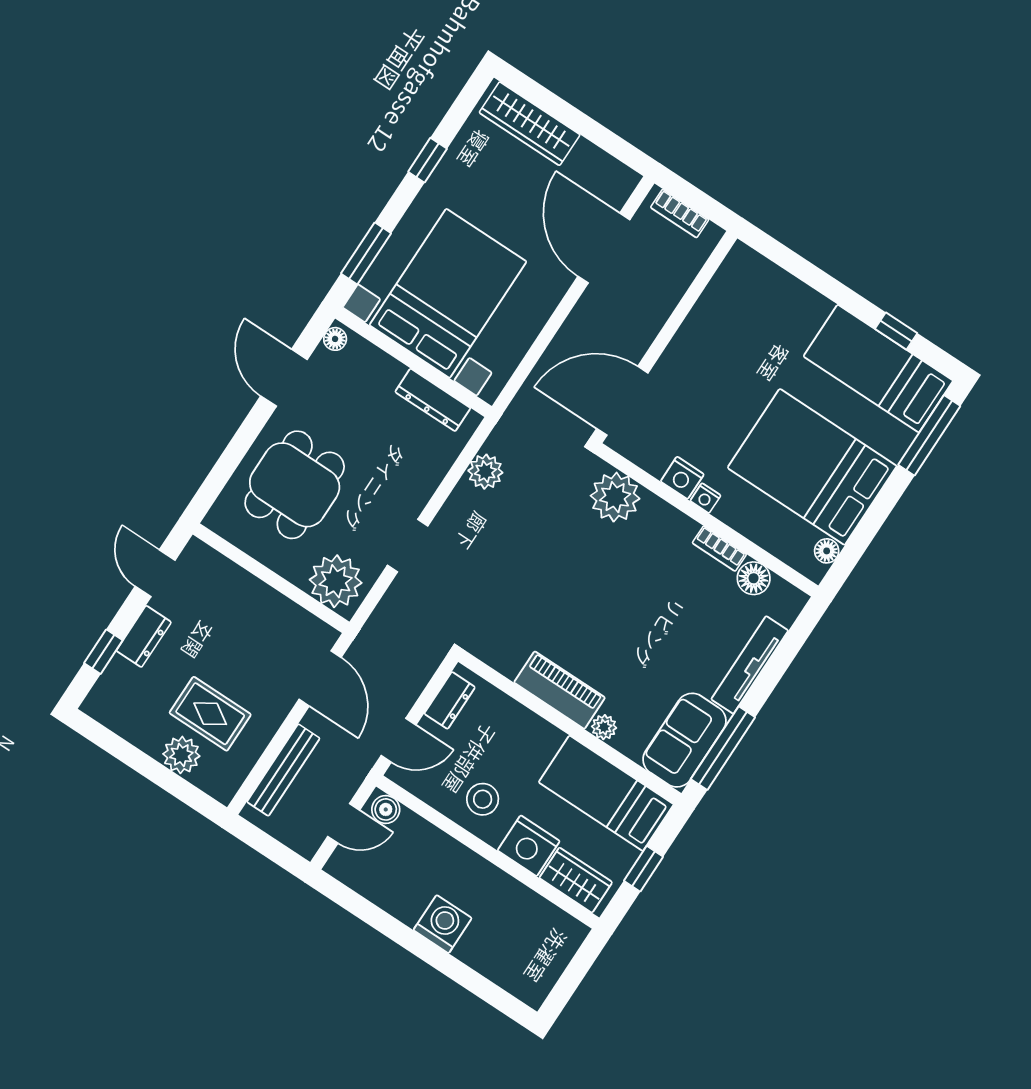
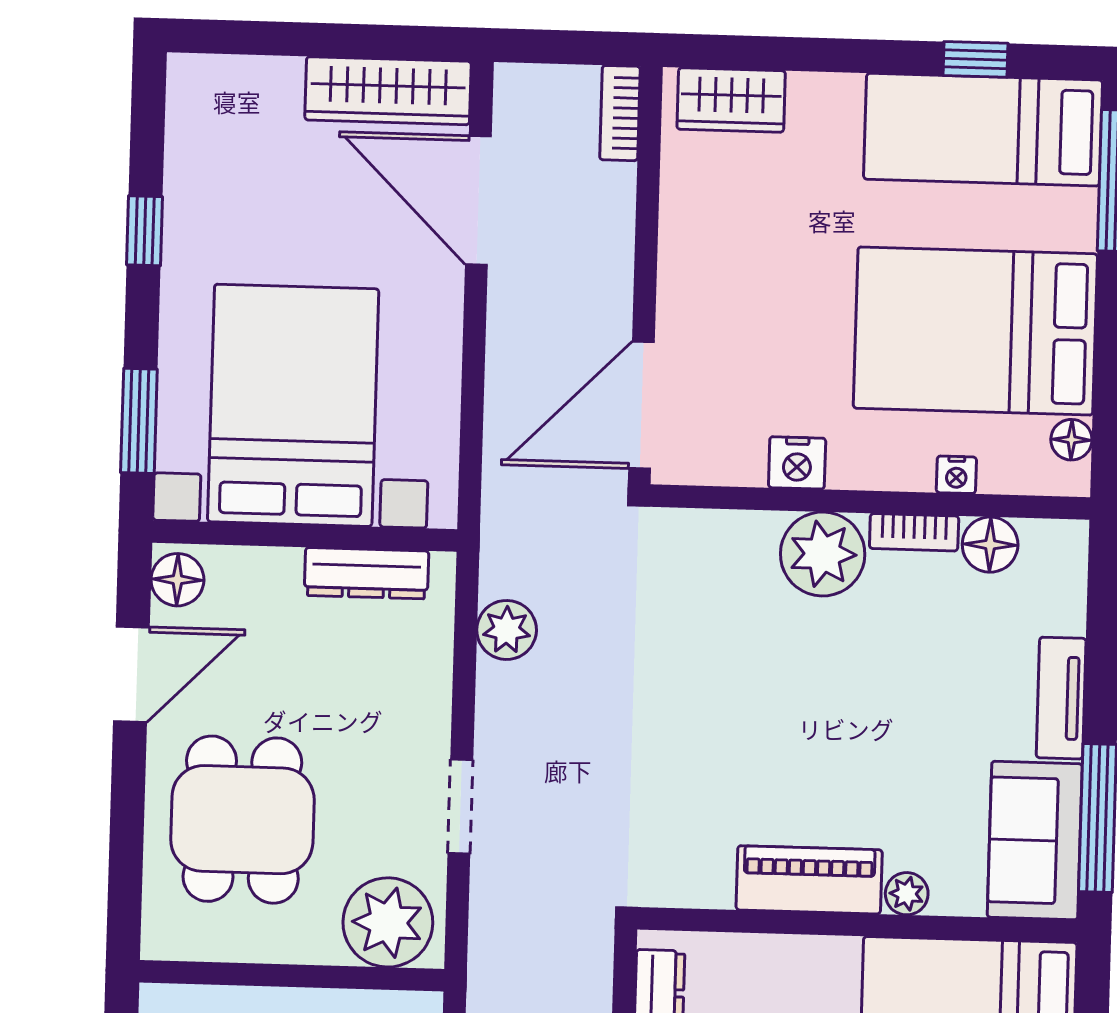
wardrobe: (530, 124) -> (388, 91), moved
bookcase: (680, 213) -> (620, 113), moved, turned 90
wardrobe: (761, 276) -> (731, 100), added
floor lamp: (335, 339) -> (177, 580), width x1.37, depth x1.37
door: (284, 378) -> (131, 674), swing flipped
plant: (615, 497) -> (823, 554), moved
nightstand: (705, 498) -> (956, 475), moved
tv unit: (750, 665) -> (1061, 698), width x0.71

